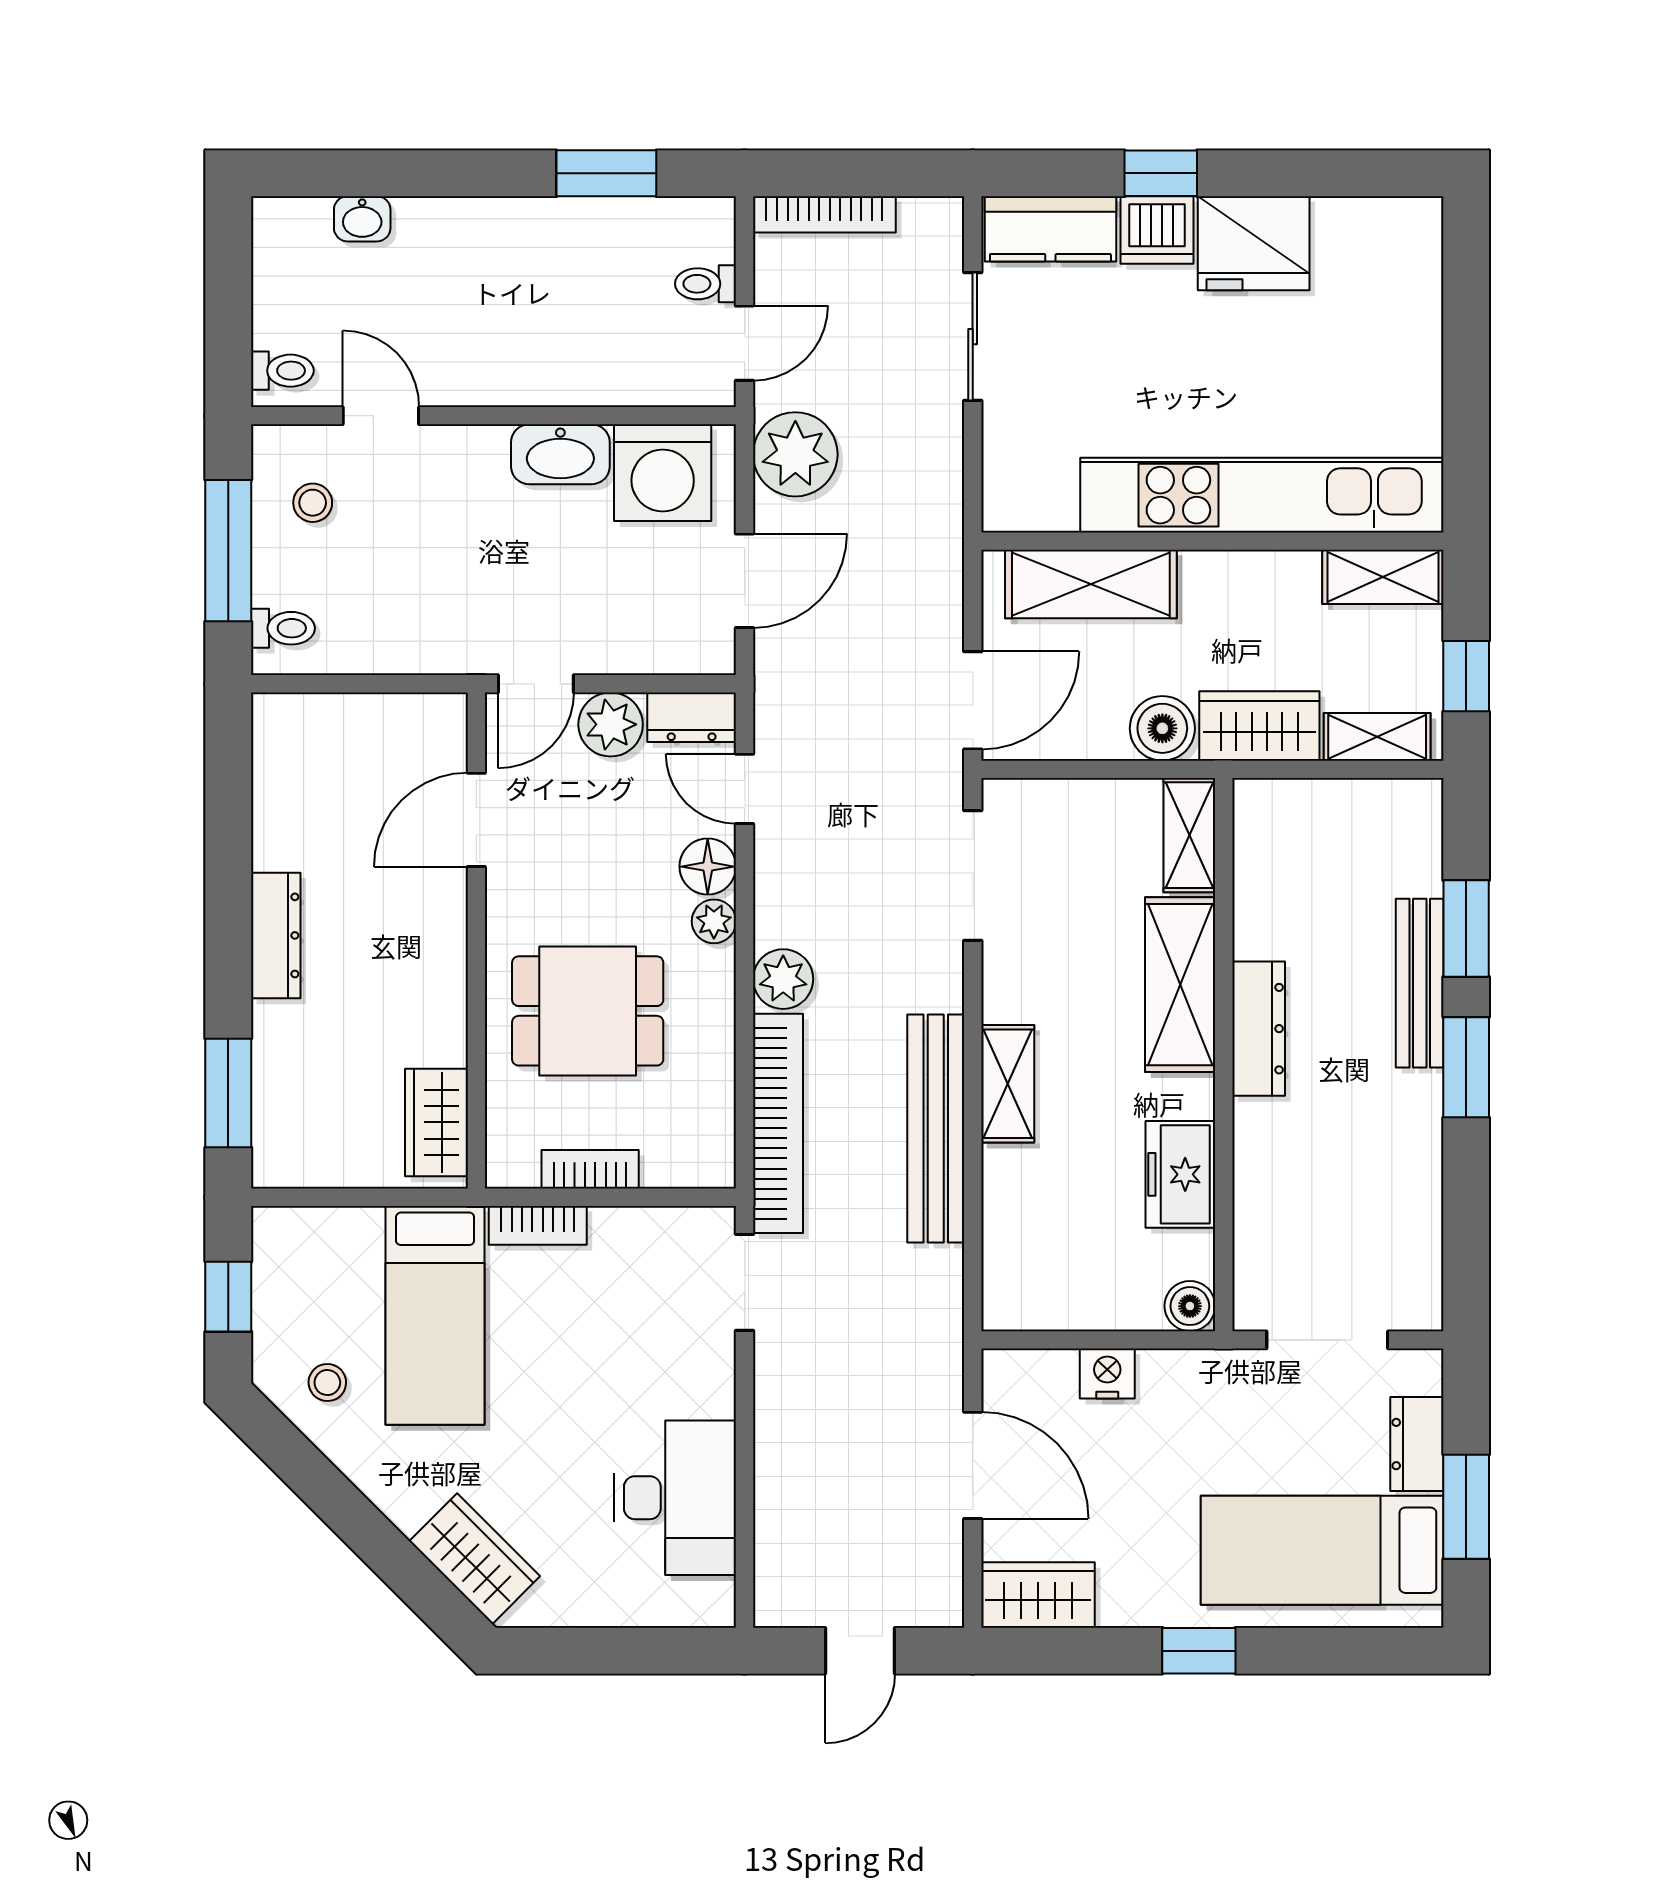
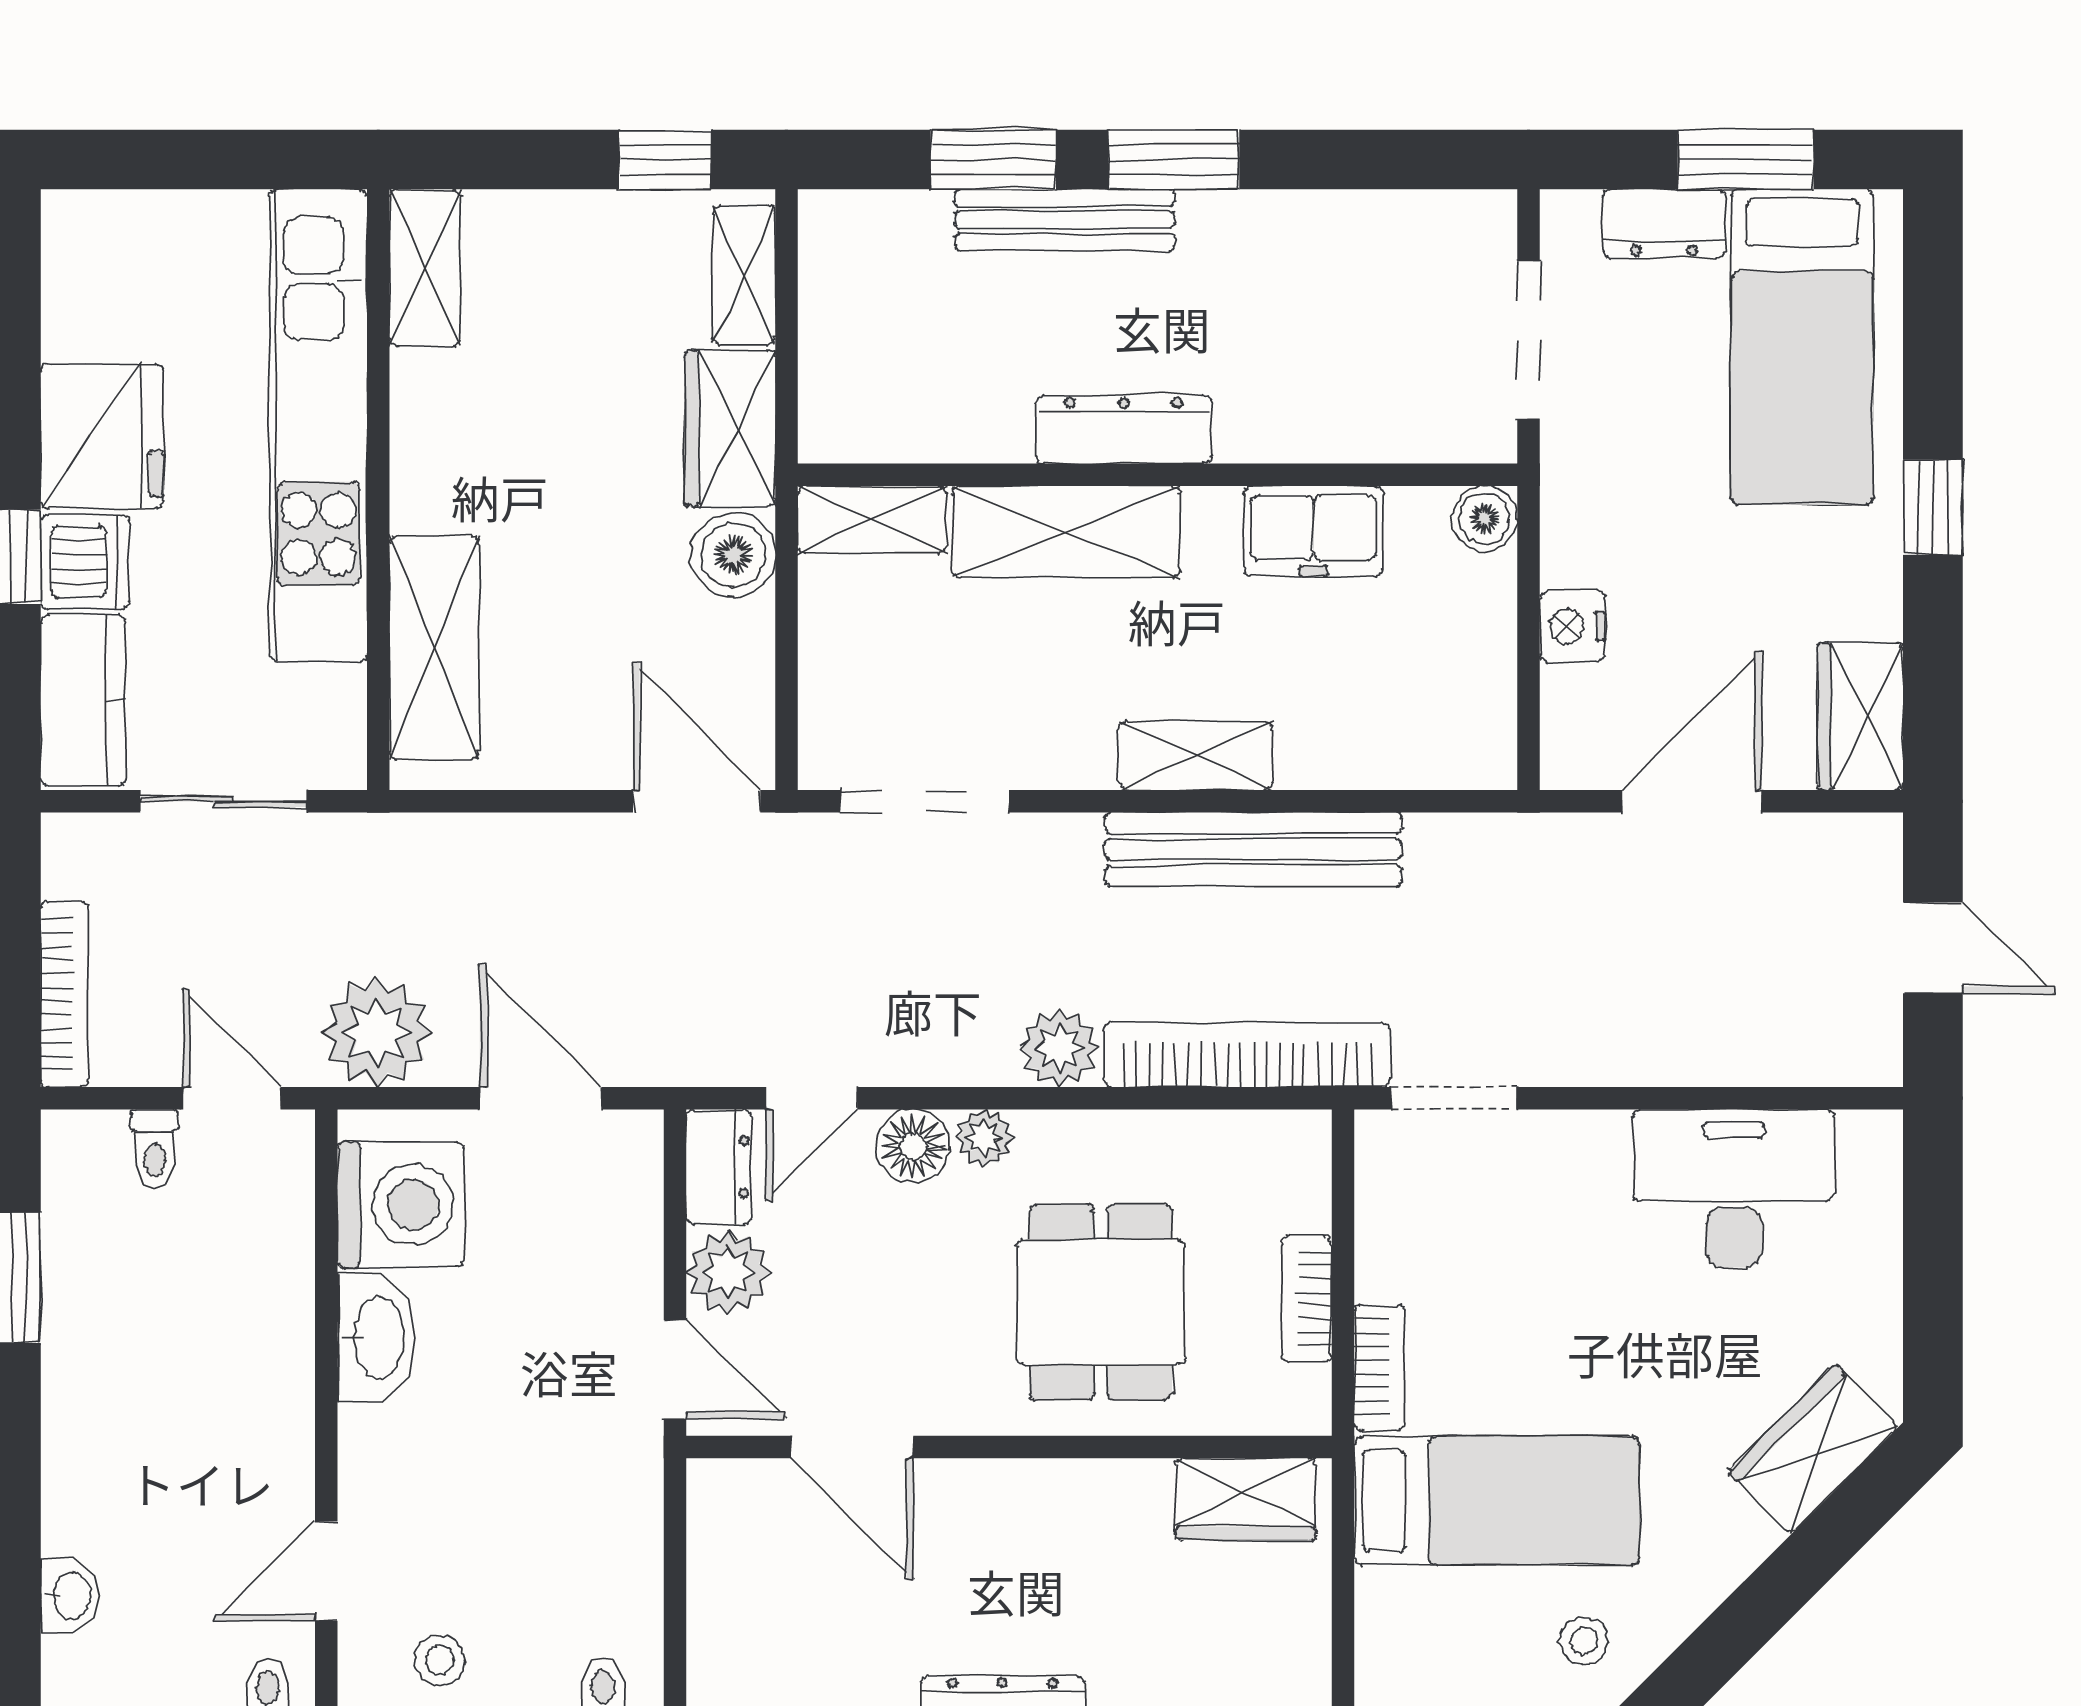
kitchen unit: (1262, 495) -> (318, 425), moved
wall: (1212, 541) -> (378, 490), moved
shelving: (1383, 577) -> (425, 268), moved
shelving: (1091, 584) -> (434, 648), moved

